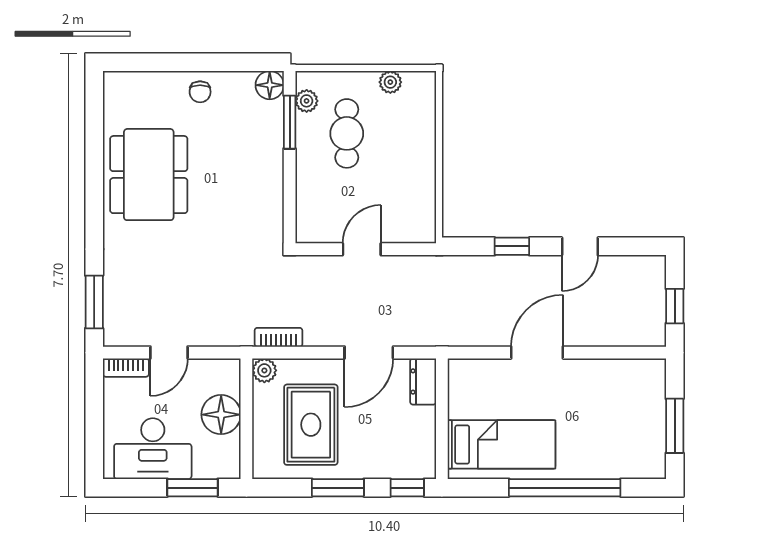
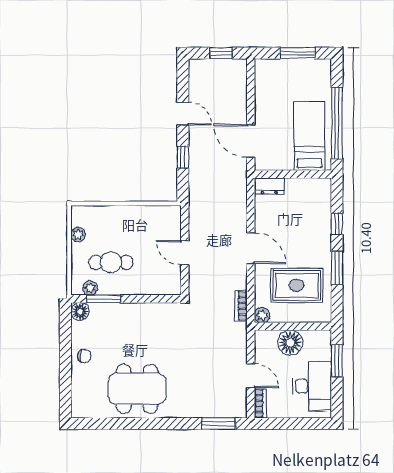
dresser: (423, 381) -> (269, 186), moved
wall: (442, 419) -> (293, 174), moved
bed: (501, 444) -> (309, 136), moved

